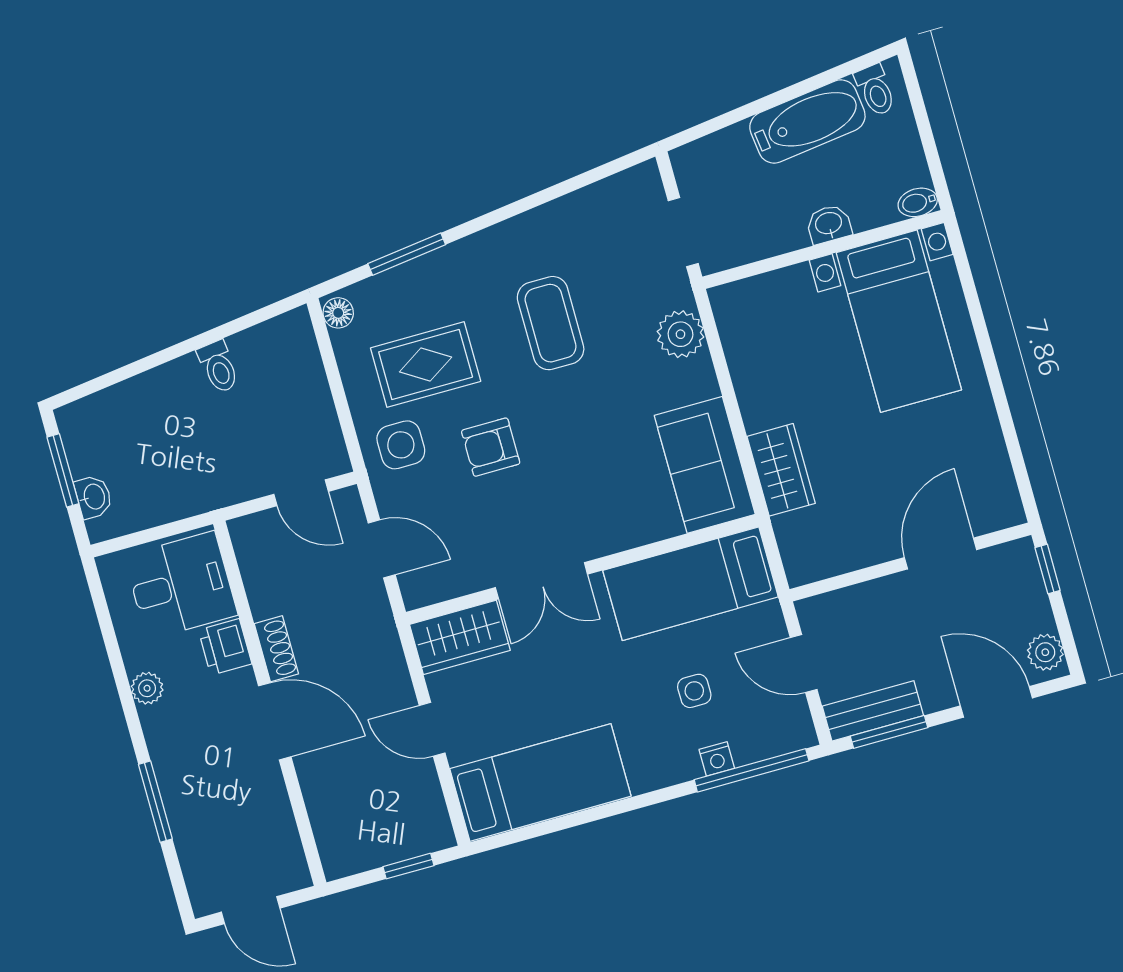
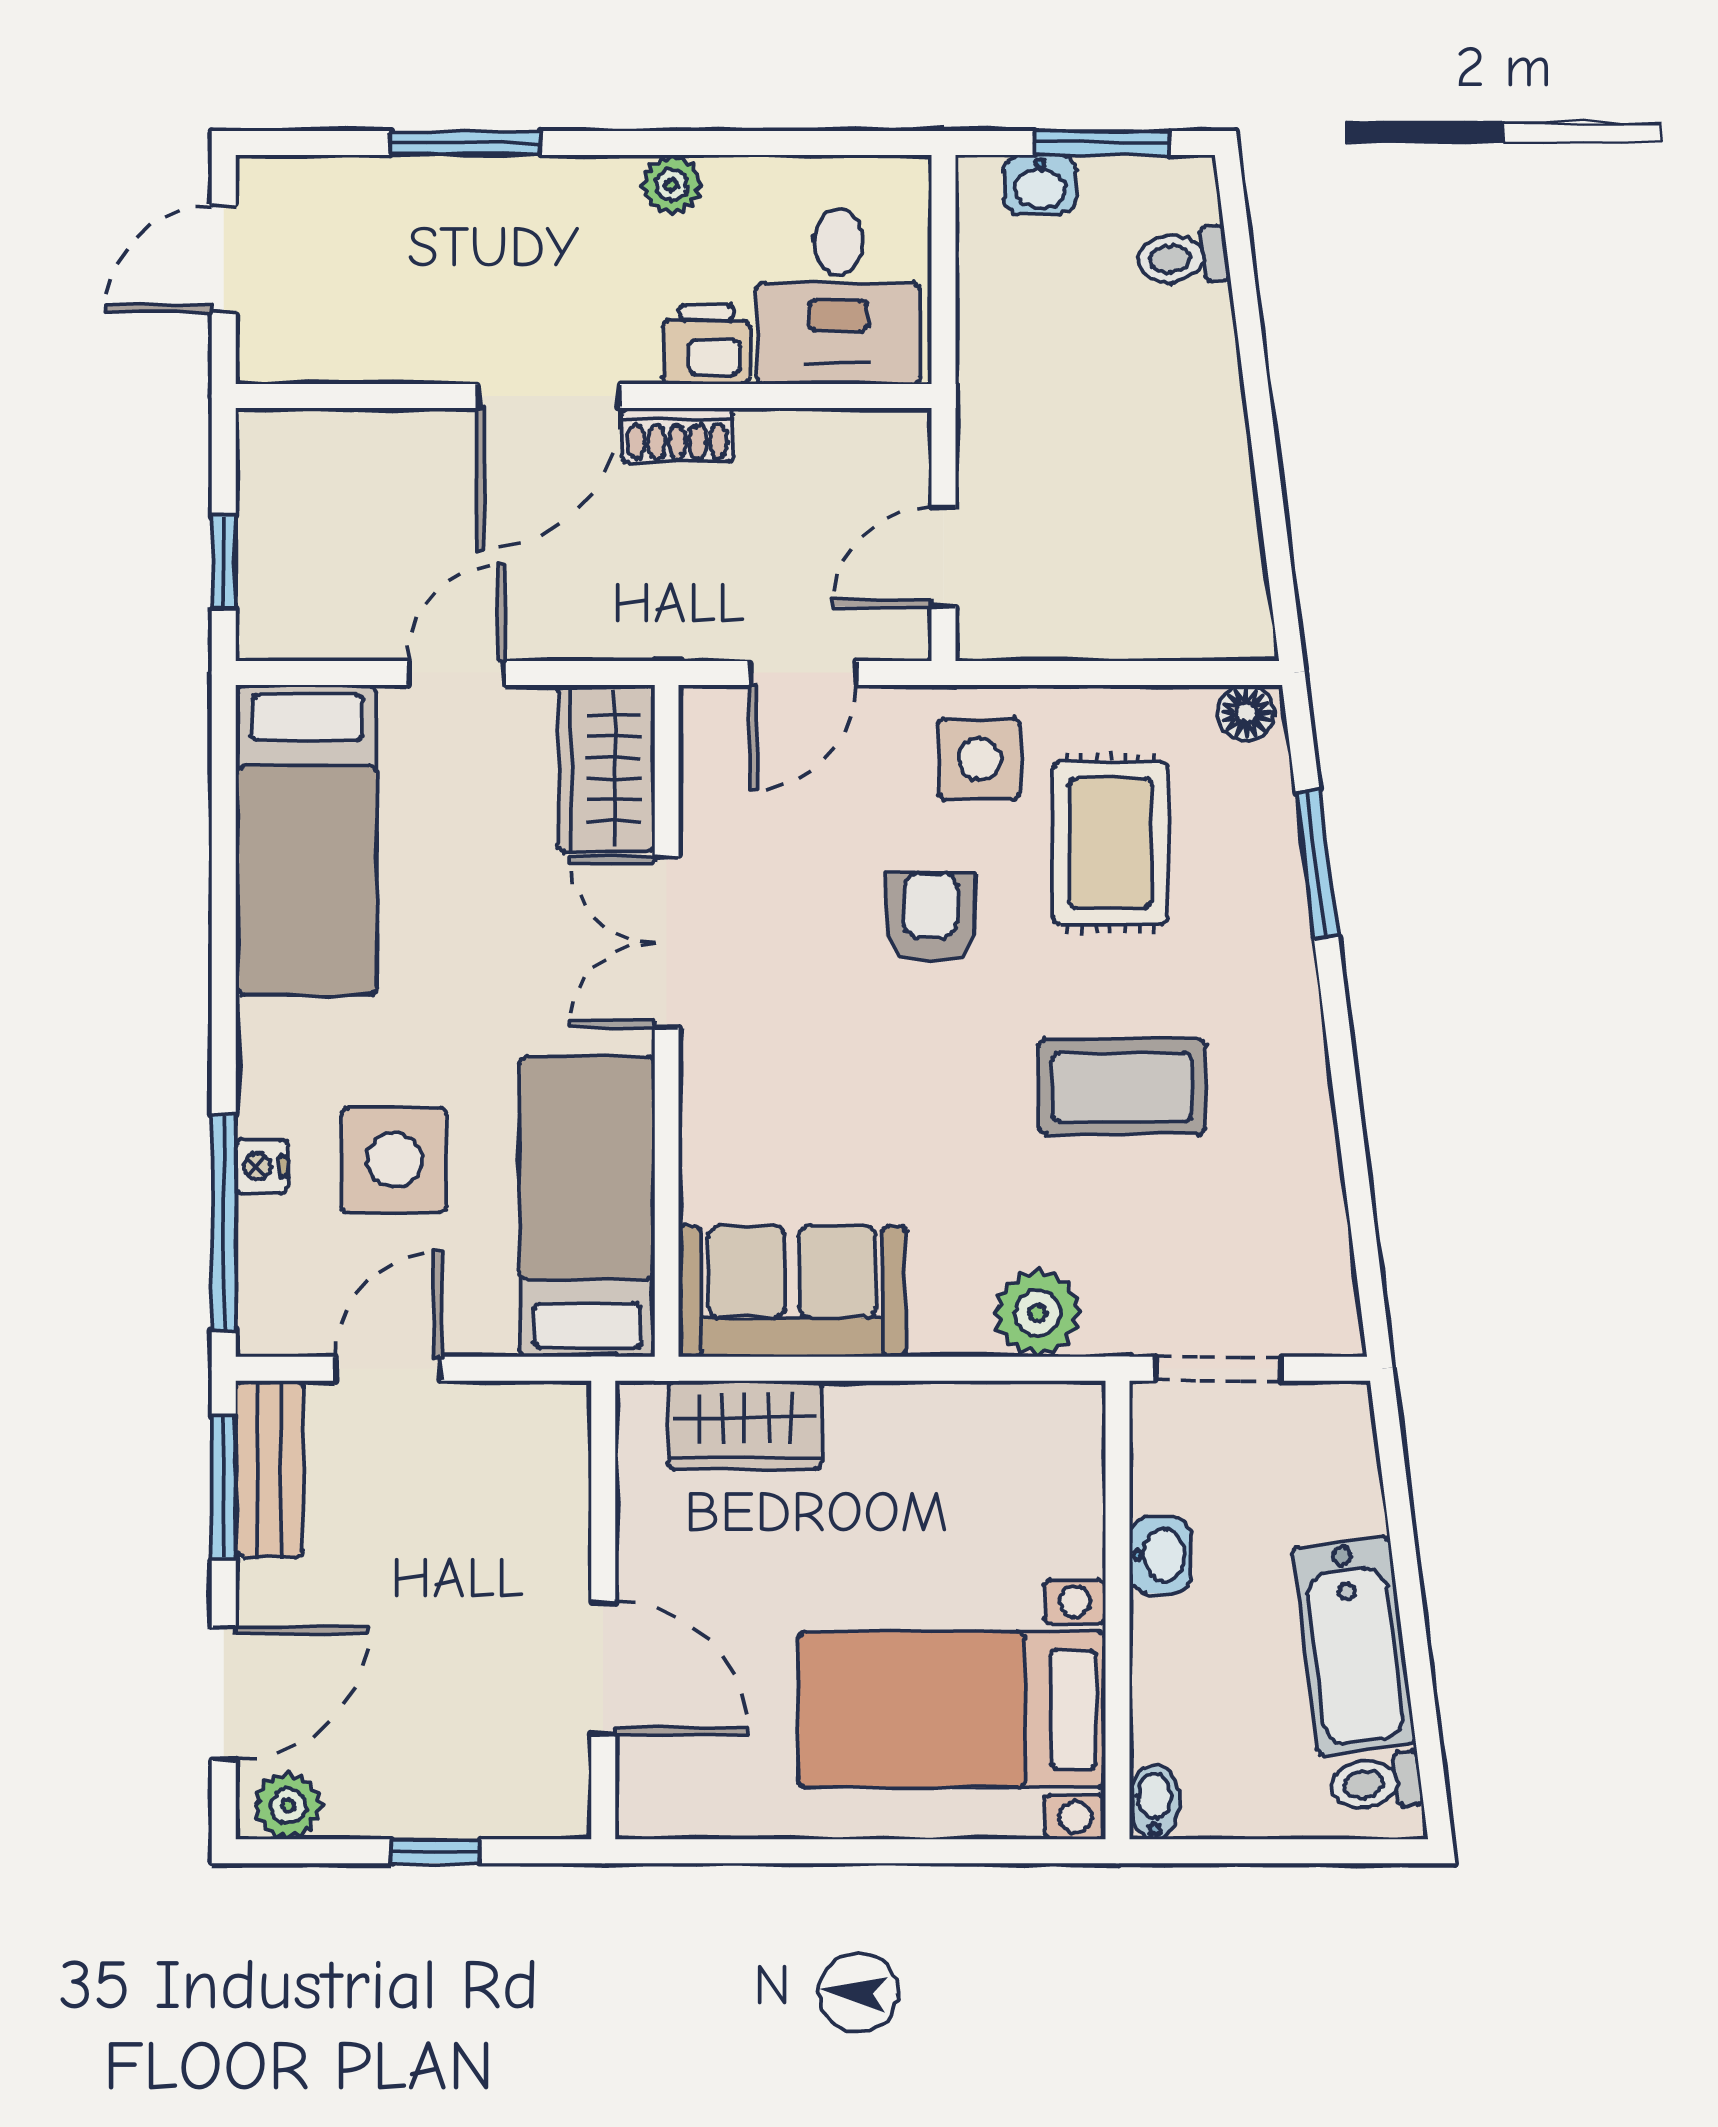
washbasin: (829, 224) -> (1160, 1555), moved
toilet: (219, 367) -> (1182, 258), moved
door: (941, 554) -> (603, 1668), moved
wall: (910, 562) -> (603, 1610), moved
side table: (694, 691) -> (394, 1160), width x1.87, depth x1.87

